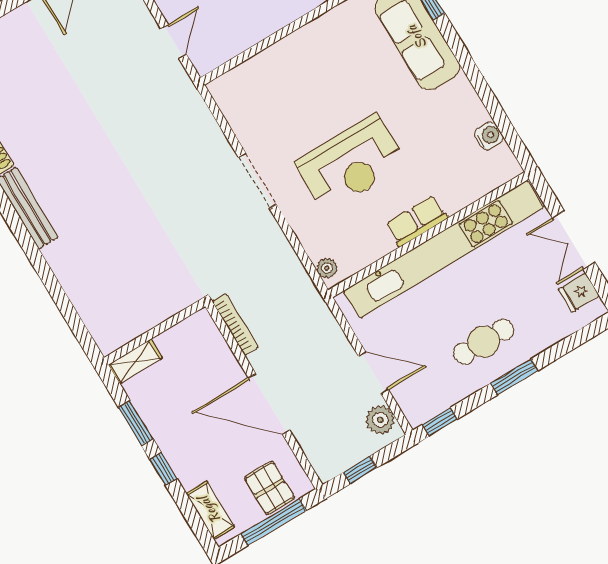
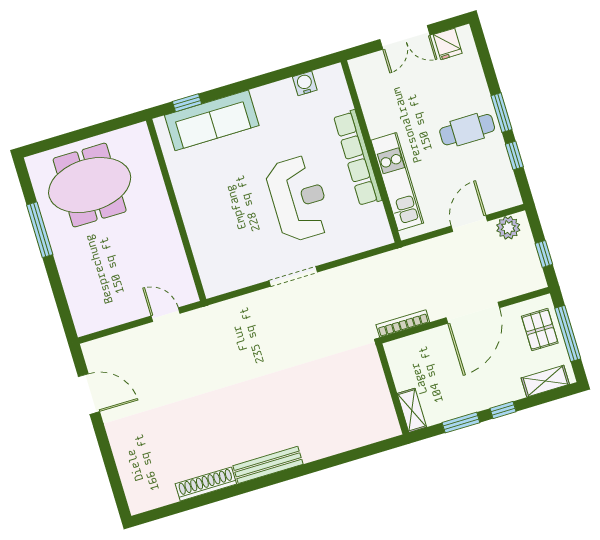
row of seats: (417, 221) -> (358, 158), width x2.02
kitchen unit: (443, 249) -> (397, 182), width x0.54
plant: (327, 268) -> (377, 239), removed
cafe table: (484, 342) -> (467, 130), turned 90
window: (440, 422) -> (514, 155), moved
pallet: (269, 488) -> (540, 330), turned 90

